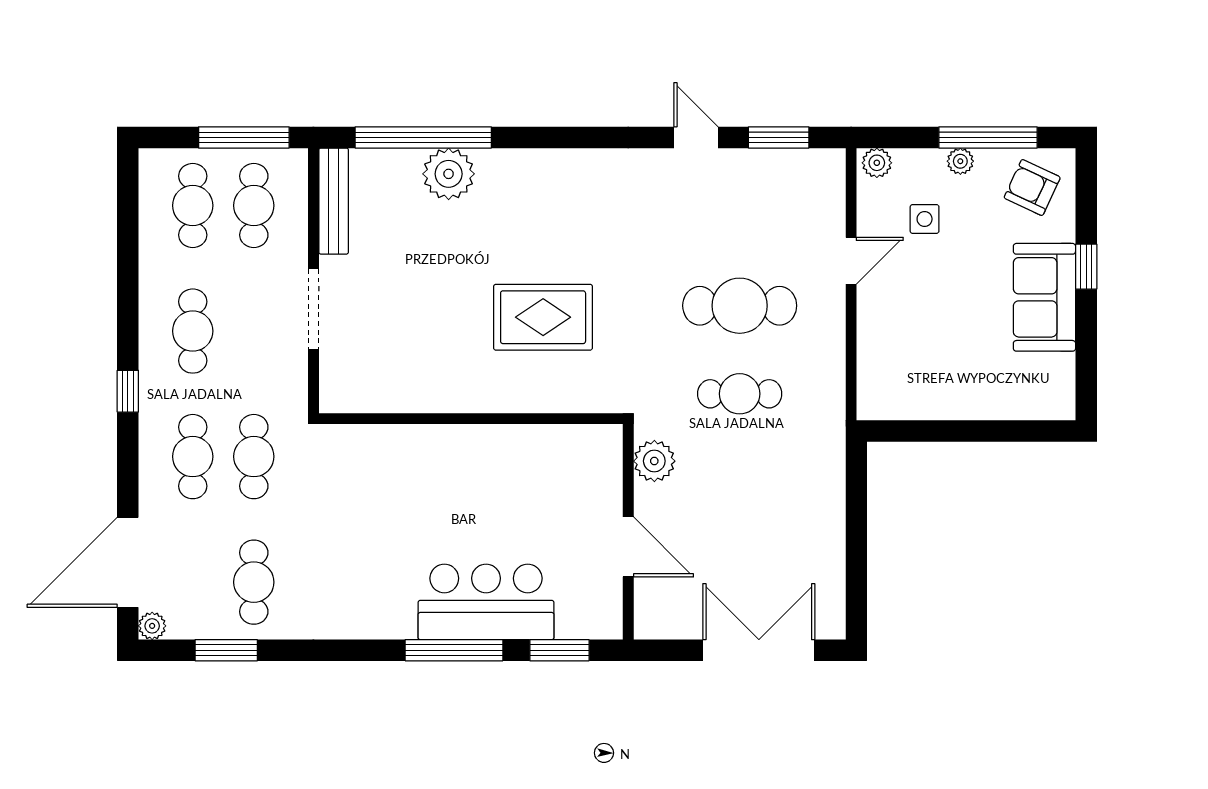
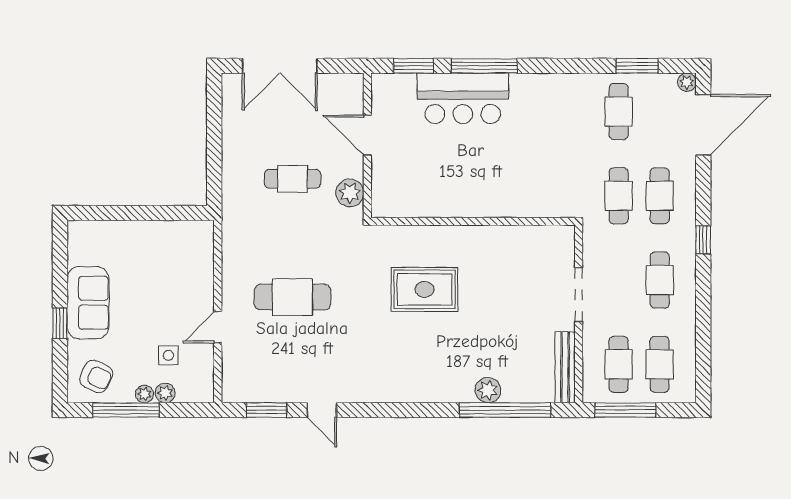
plant: (877, 163) -> (165, 393), moved
plant: (449, 174) -> (488, 390), width x0.73, depth x0.73
cafe table: (740, 394) -> (293, 179), moved

